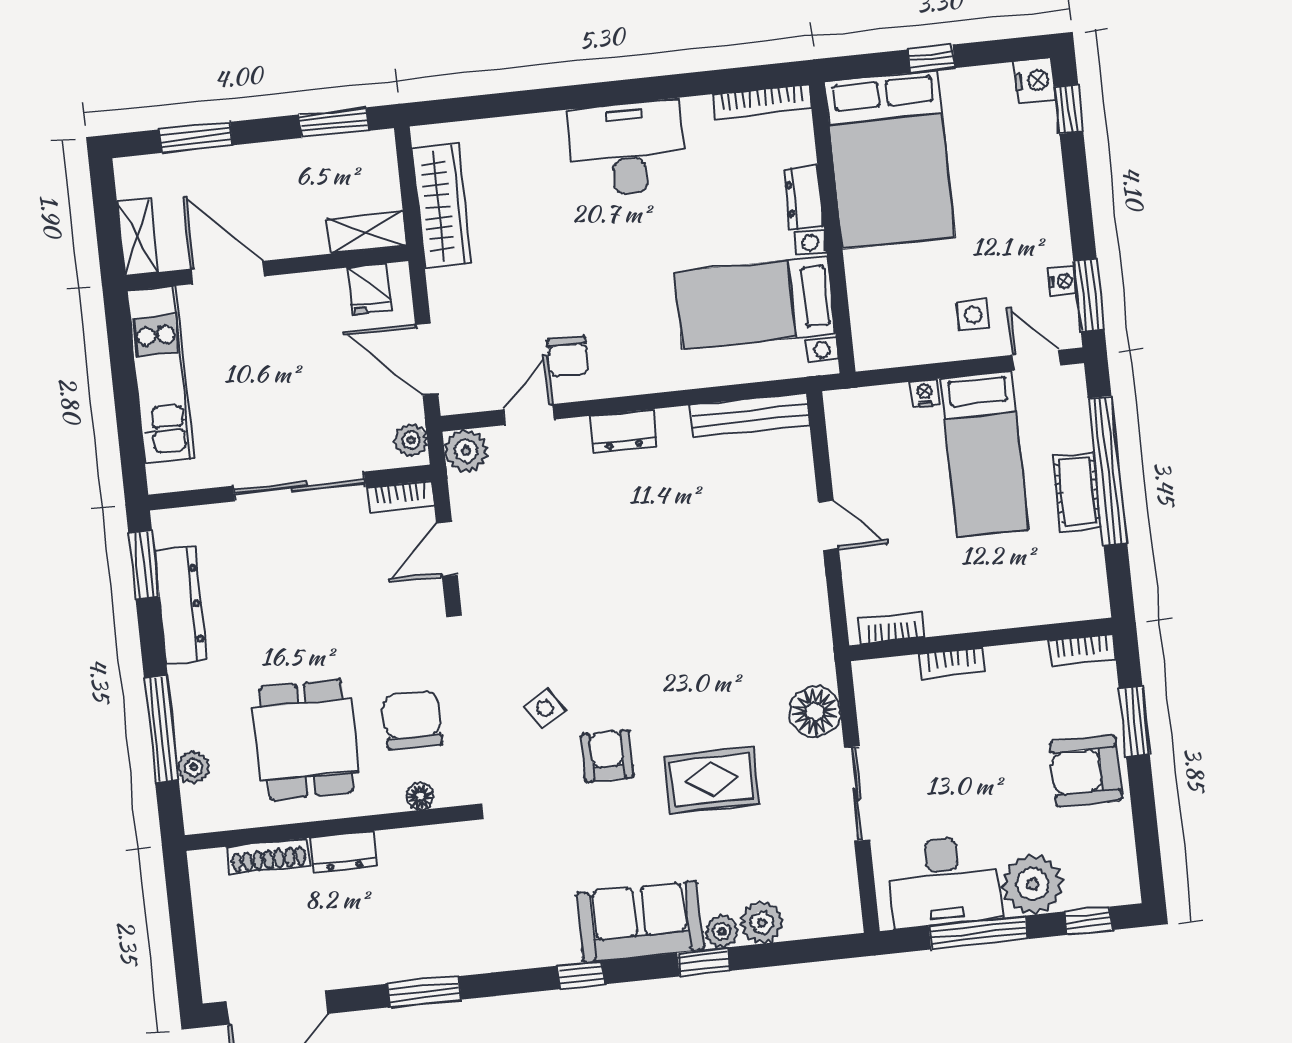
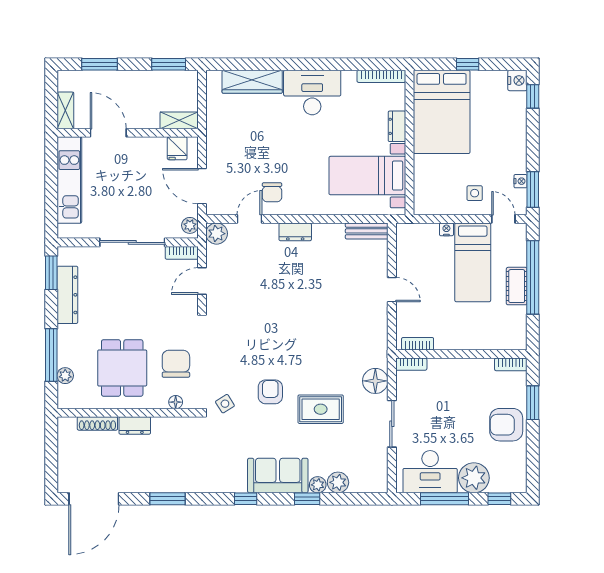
wardrobe: (442, 206) -> (252, 82), moved, turned 90
bench: (750, 415) -> (367, 231), width x0.73
bookcase: (952, 663) -> (411, 364), moved
side table: (545, 708) -> (225, 404), moved

